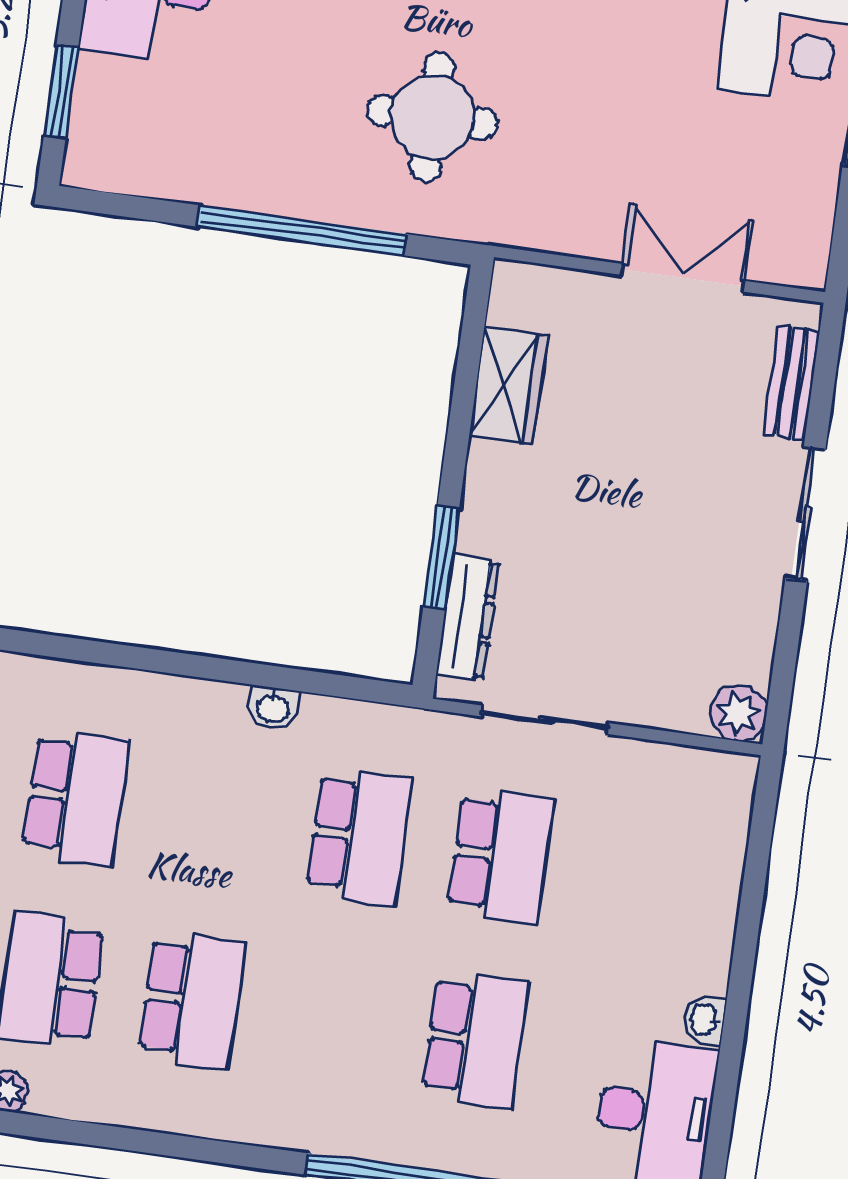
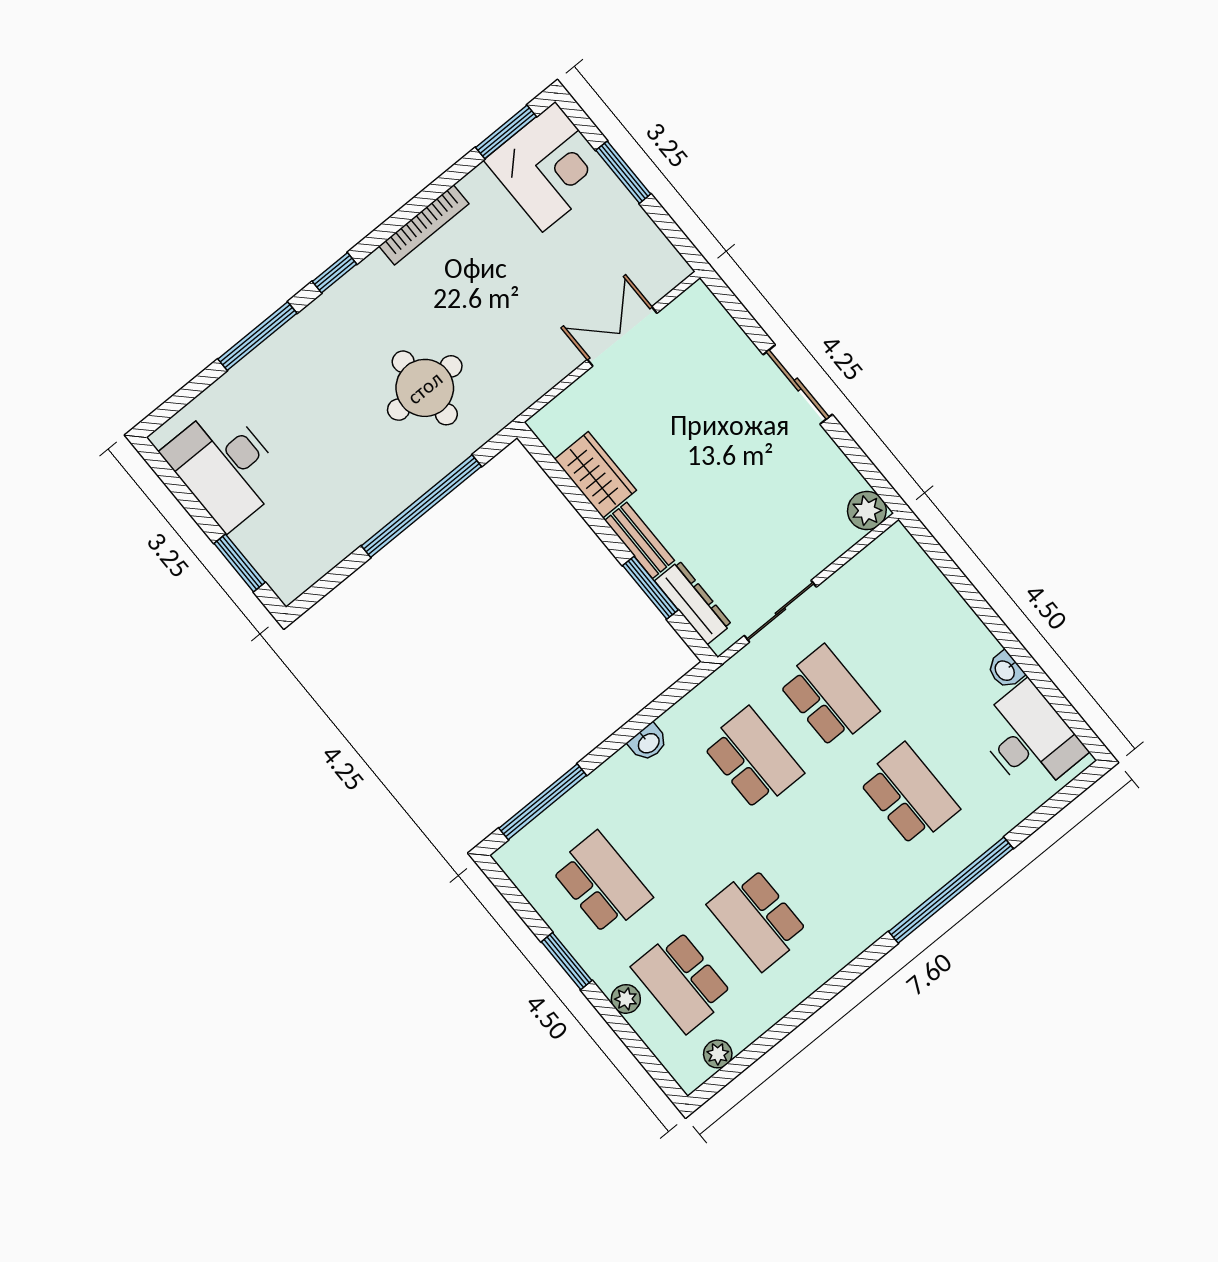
bench: (791, 383) -> (640, 540), moved
window: (105, 653) -> (543, 802), added
school desk: (192, 1000) -> (758, 919), turned 180

